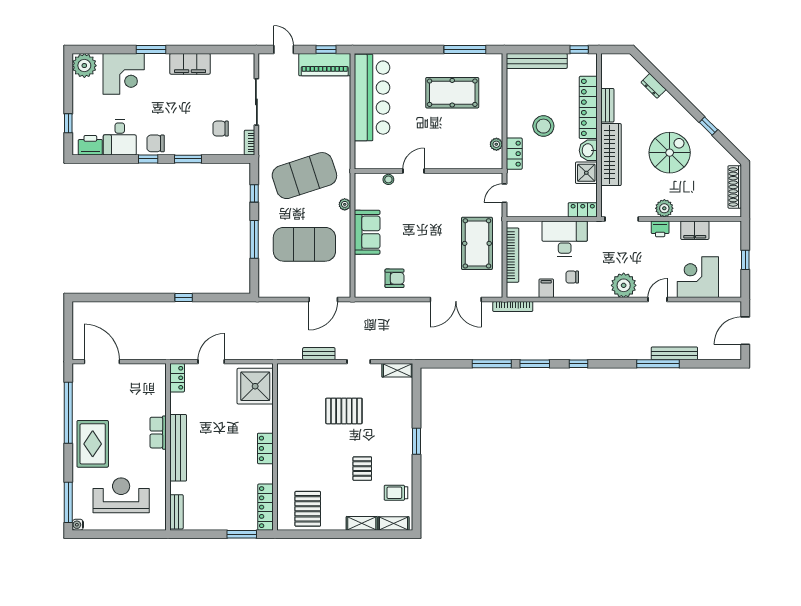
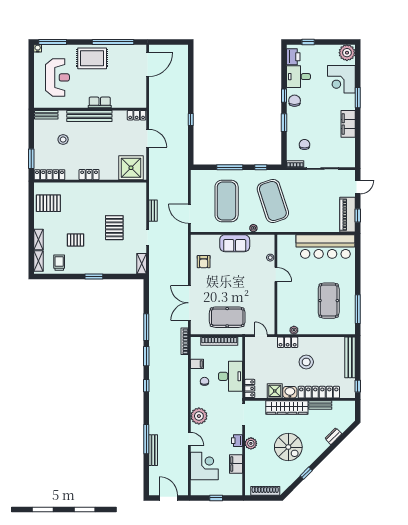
stool: (213, 487) -> (63, 139), added

